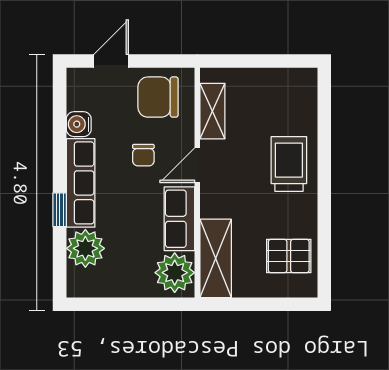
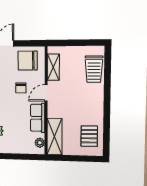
trolley: (289, 164) -> (94, 69), moved, turned 180
pallet: (289, 256) -> (89, 136), turned 90
plant: (175, 273) -> (40, 143), width x0.53, depth x0.53

